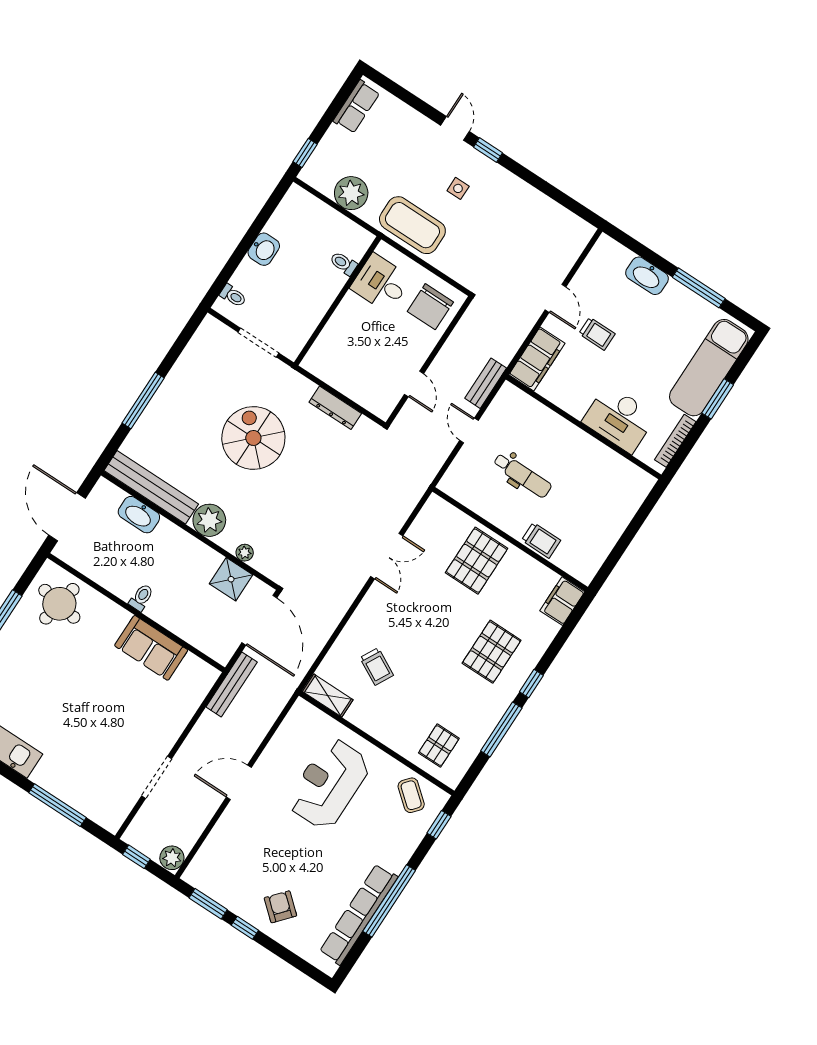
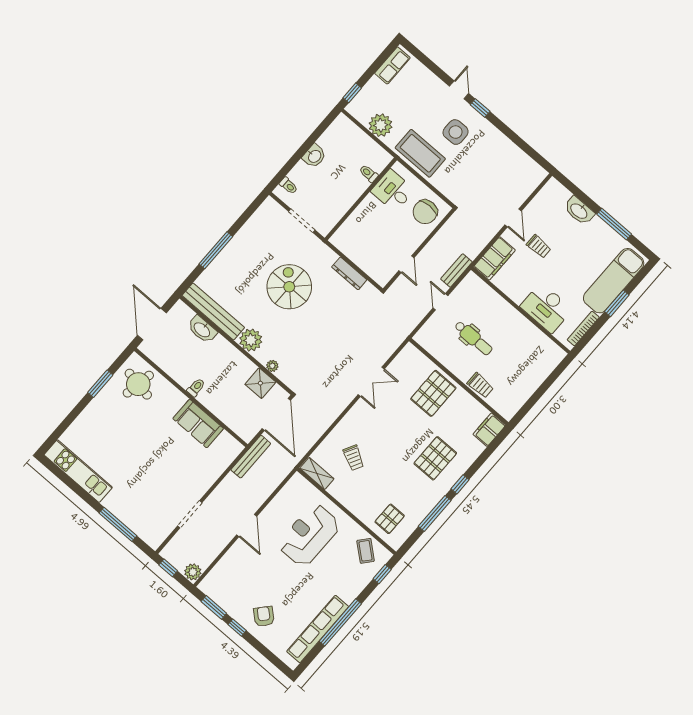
side table: (458, 188) -> (456, 132), width x1.87, depth x1.87
door: (239, 782) -> (247, 526), swing flipped

